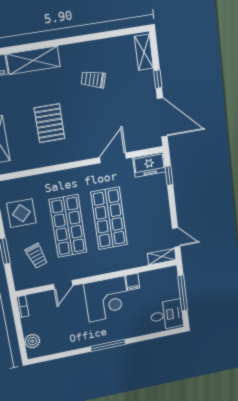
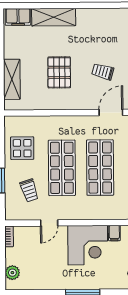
trolley: (93, 79) -> (103, 72), moved

